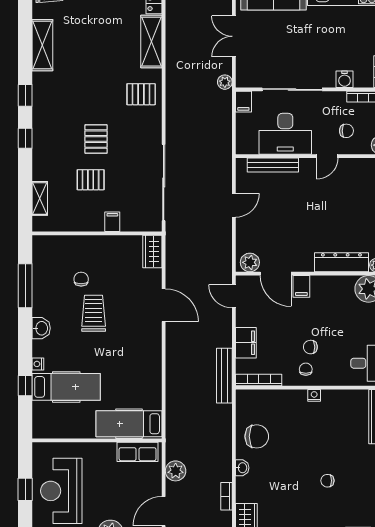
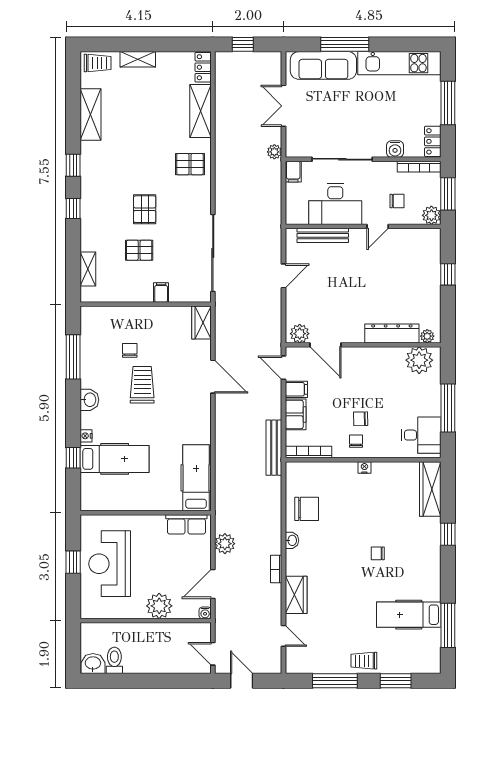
filing cabinet: (301, 286) -> (296, 389), moved, turned -90
hospital bed: (129, 424) -> (196, 478), moved, turned 90

